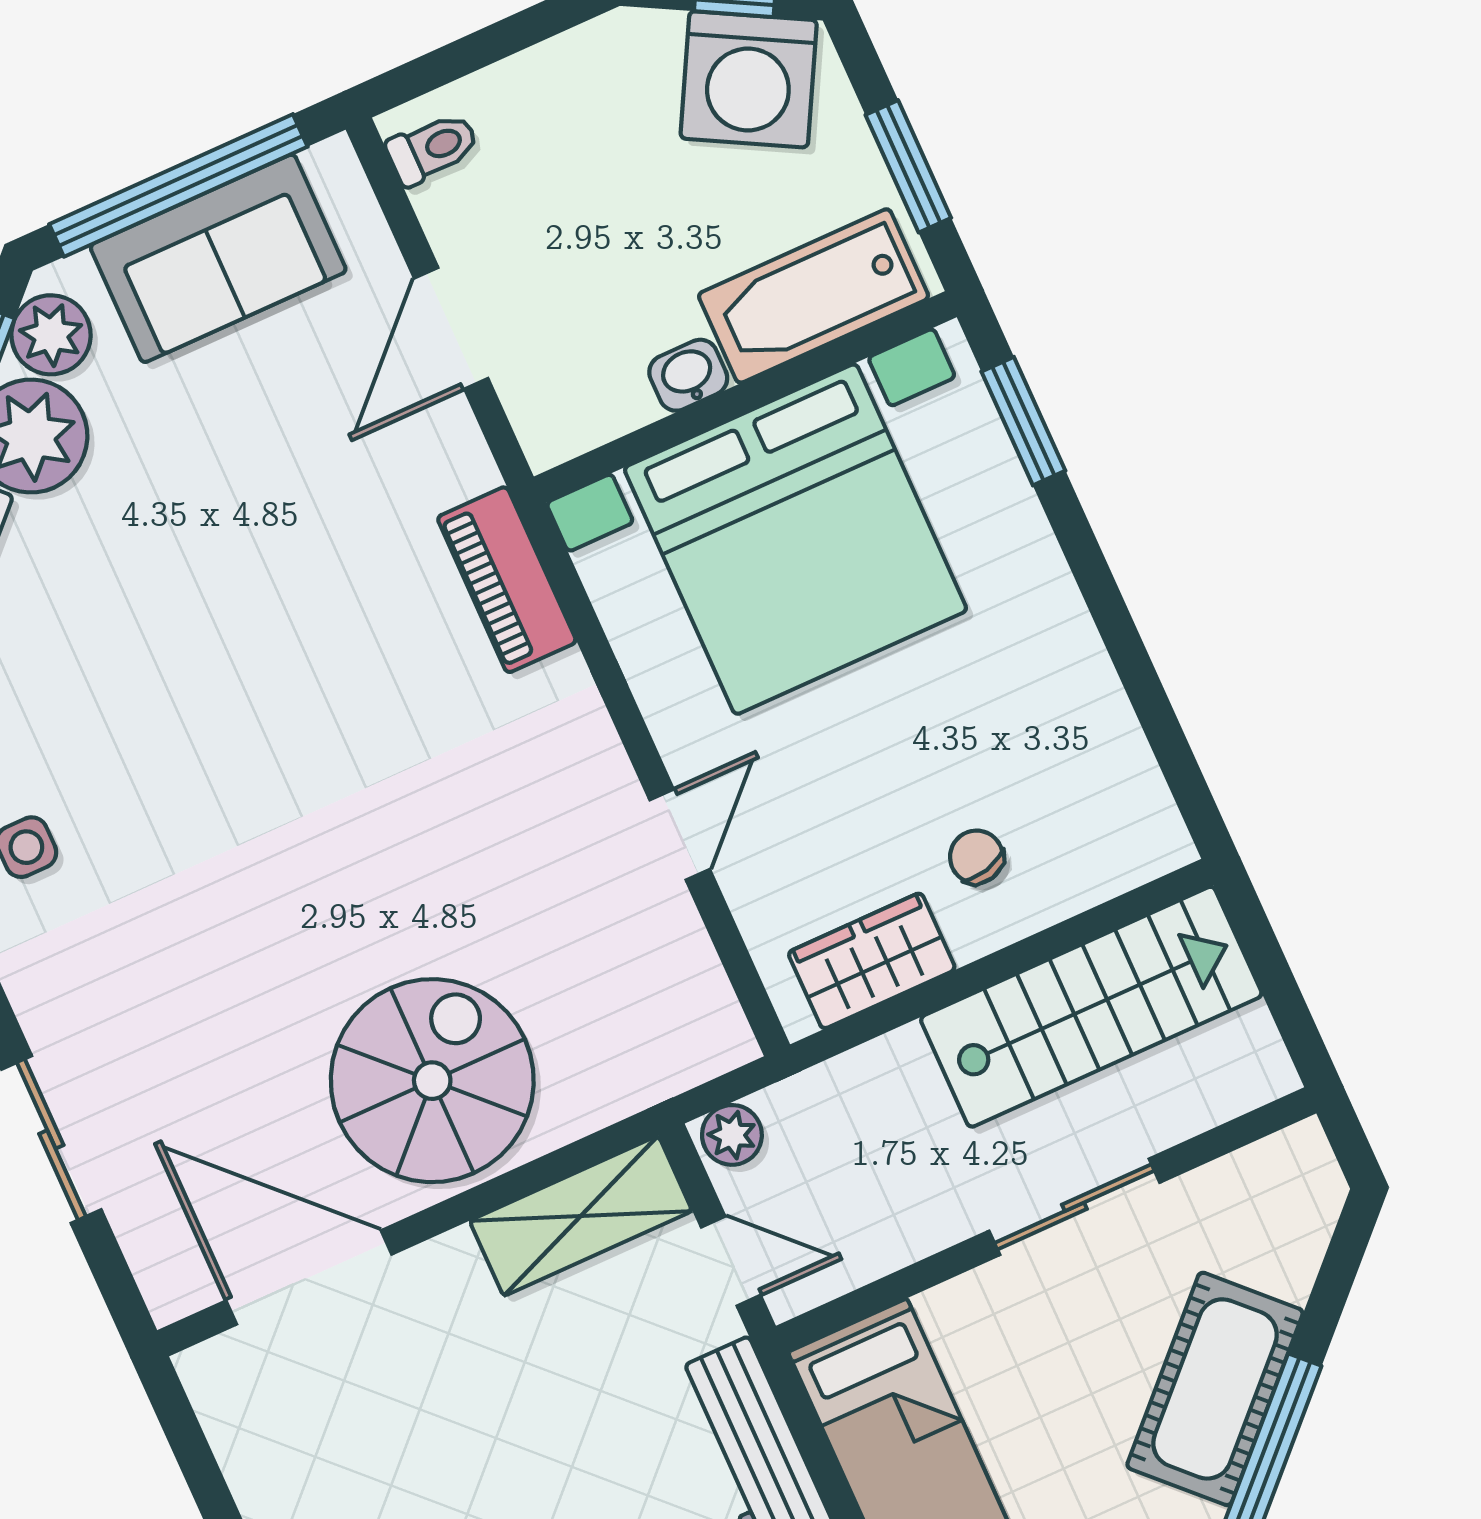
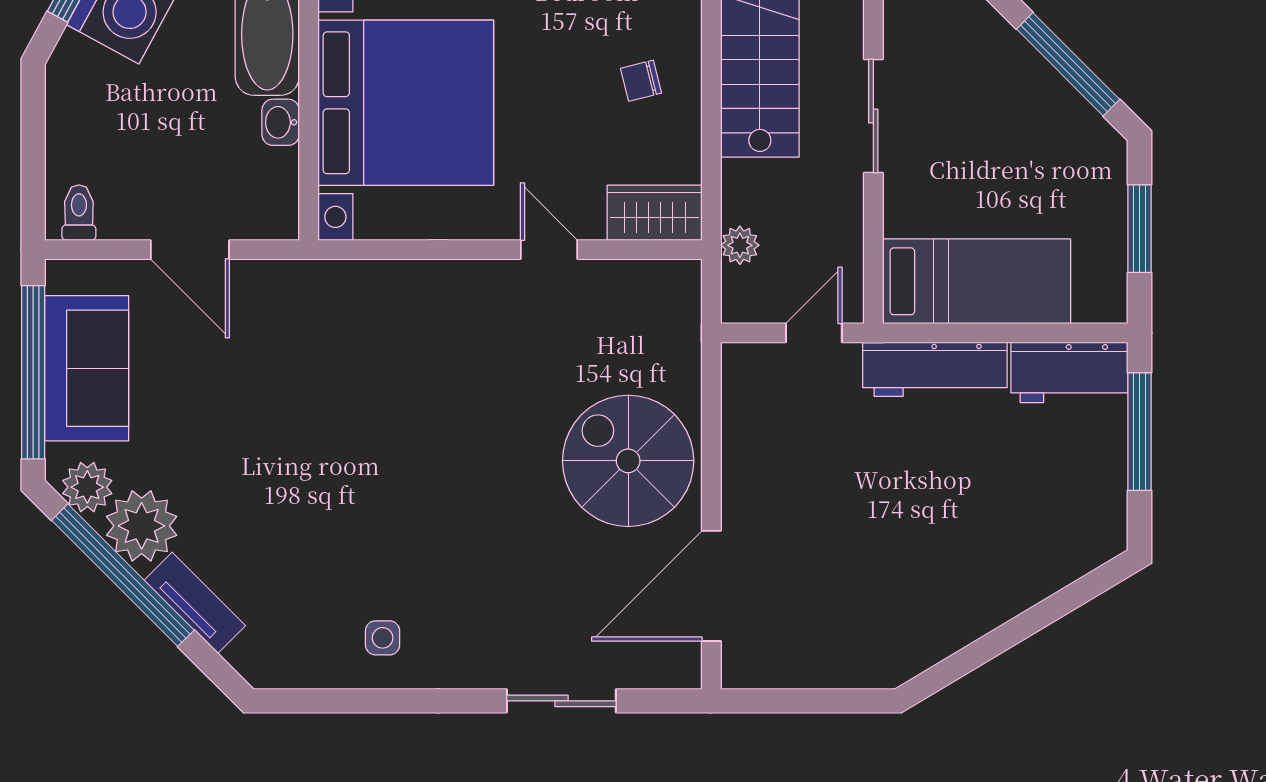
piano: (507, 580) -> (353, 284), removed
wardrobe: (872, 961) -> (655, 213), moved, turned 90
plant: (732, 1135) -> (740, 245), moved
shelving: (581, 1216) -> (747, 409), removed
cot: (1215, 1389) -> (1018, 82), removed

